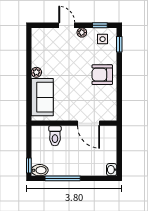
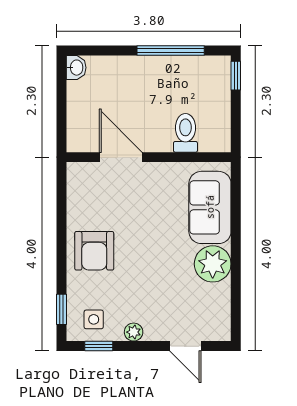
door: (67, 25) -> (185, 346), moved
plant: (36, 72) -> (213, 264), width x1.88, depth x1.88
armchair: (102, 75) -> (94, 251), turned 90
bidet: (40, 170) -> (215, 67), removed

